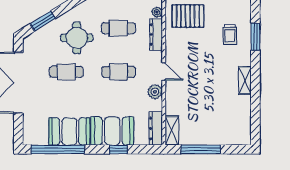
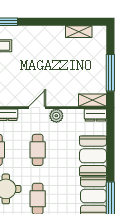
shelving: (245, 80) -> (79, 32), moved
dresser: (156, 128) -> (95, 115), width x0.70
window: (118, 149) -> (110, 150), removed

